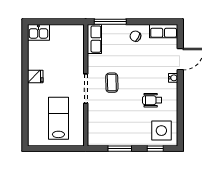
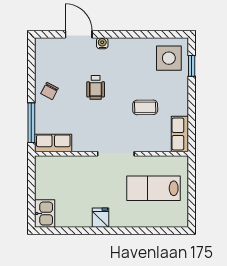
row of seats: (164, 31) -> (180, 134), moved, turned 180
coffee table: (112, 83) -> (145, 107), moved
wheelchair: (152, 100) -> (96, 87), moved
window: (120, 149) -> (192, 111), removed

